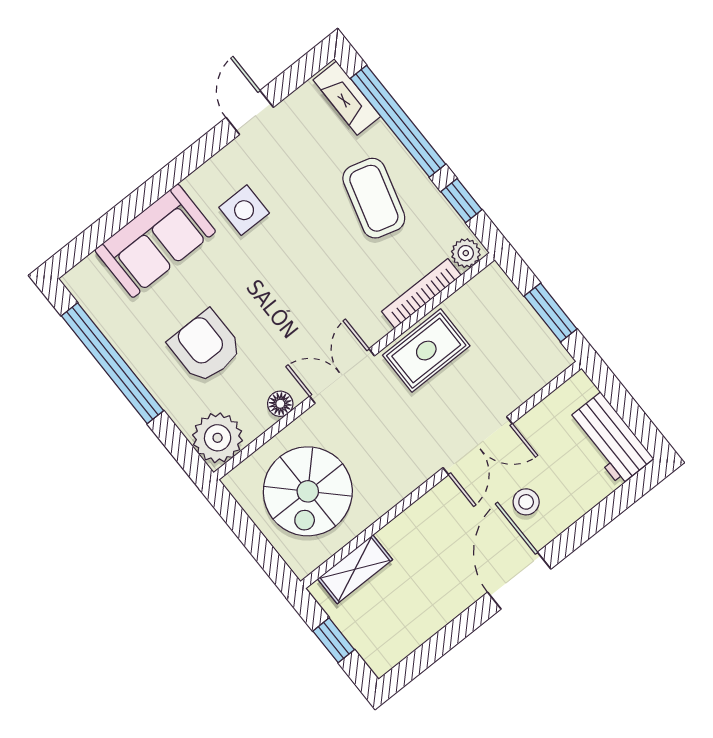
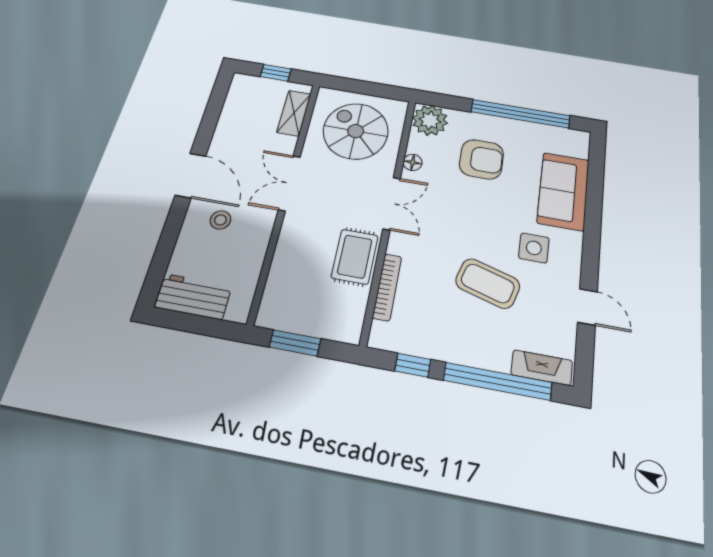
coffee table: (374, 198) -> (488, 283), moved
plant: (466, 253) -> (381, 334), removed
double door: (478, 446) -> (289, 183), moved

